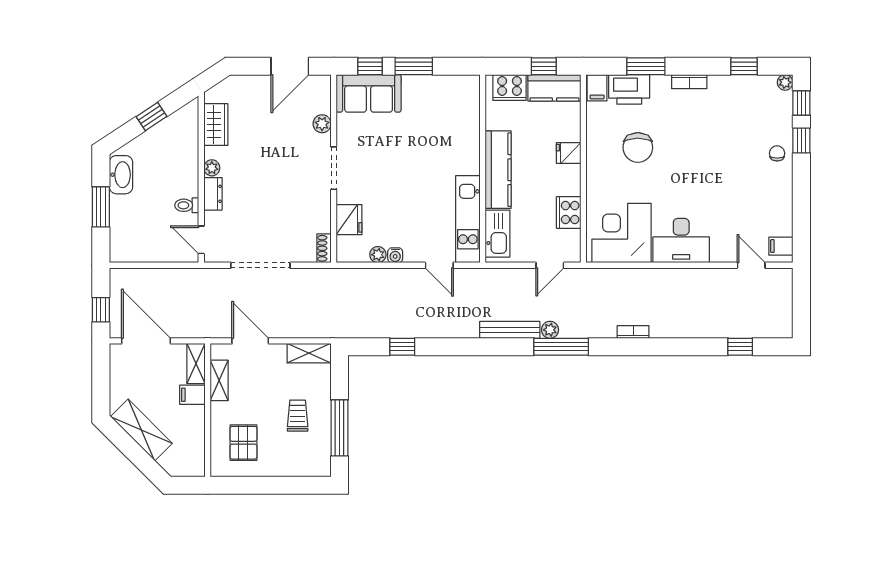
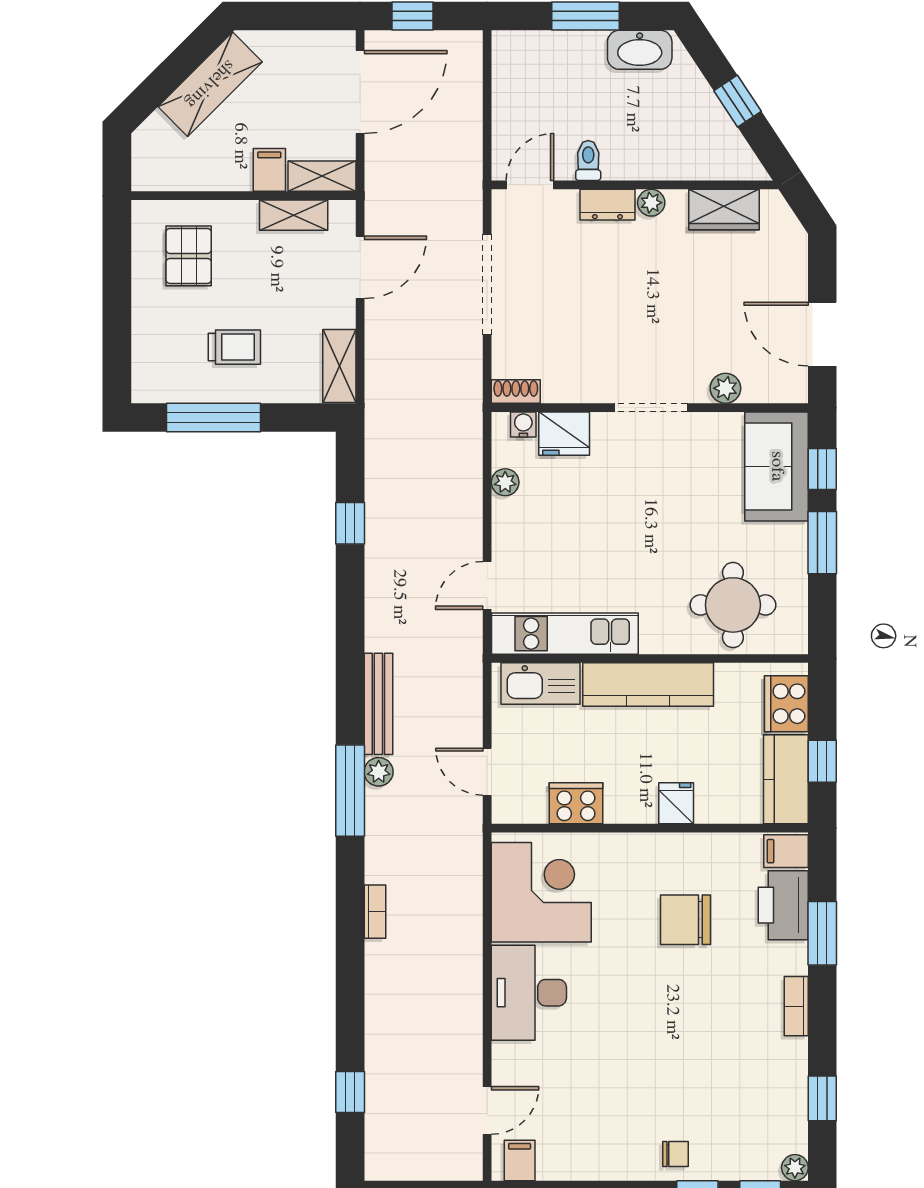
round table: (451, 119) -> (733, 605), added
water cooler: (395, 255) -> (523, 424), moved, turned 90
pallet: (243, 443) -> (189, 256), turned 90

